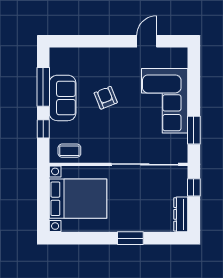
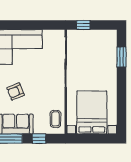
window: (194, 130) -> (40, 25), removed
dresser: (181, 214) -> (104, 35), removed
window: (130, 238) -> (121, 57), moved

